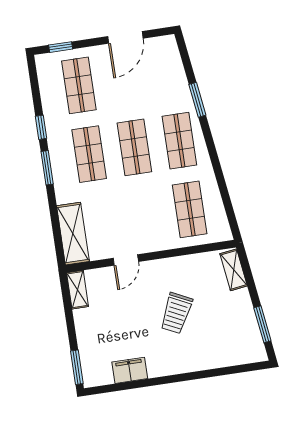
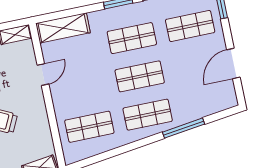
door: (125, 37) -> (233, 63), hinge flipped
window: (197, 100) -> (183, 128), width x1.44
door: (126, 260) -> (43, 75), swing flipped

